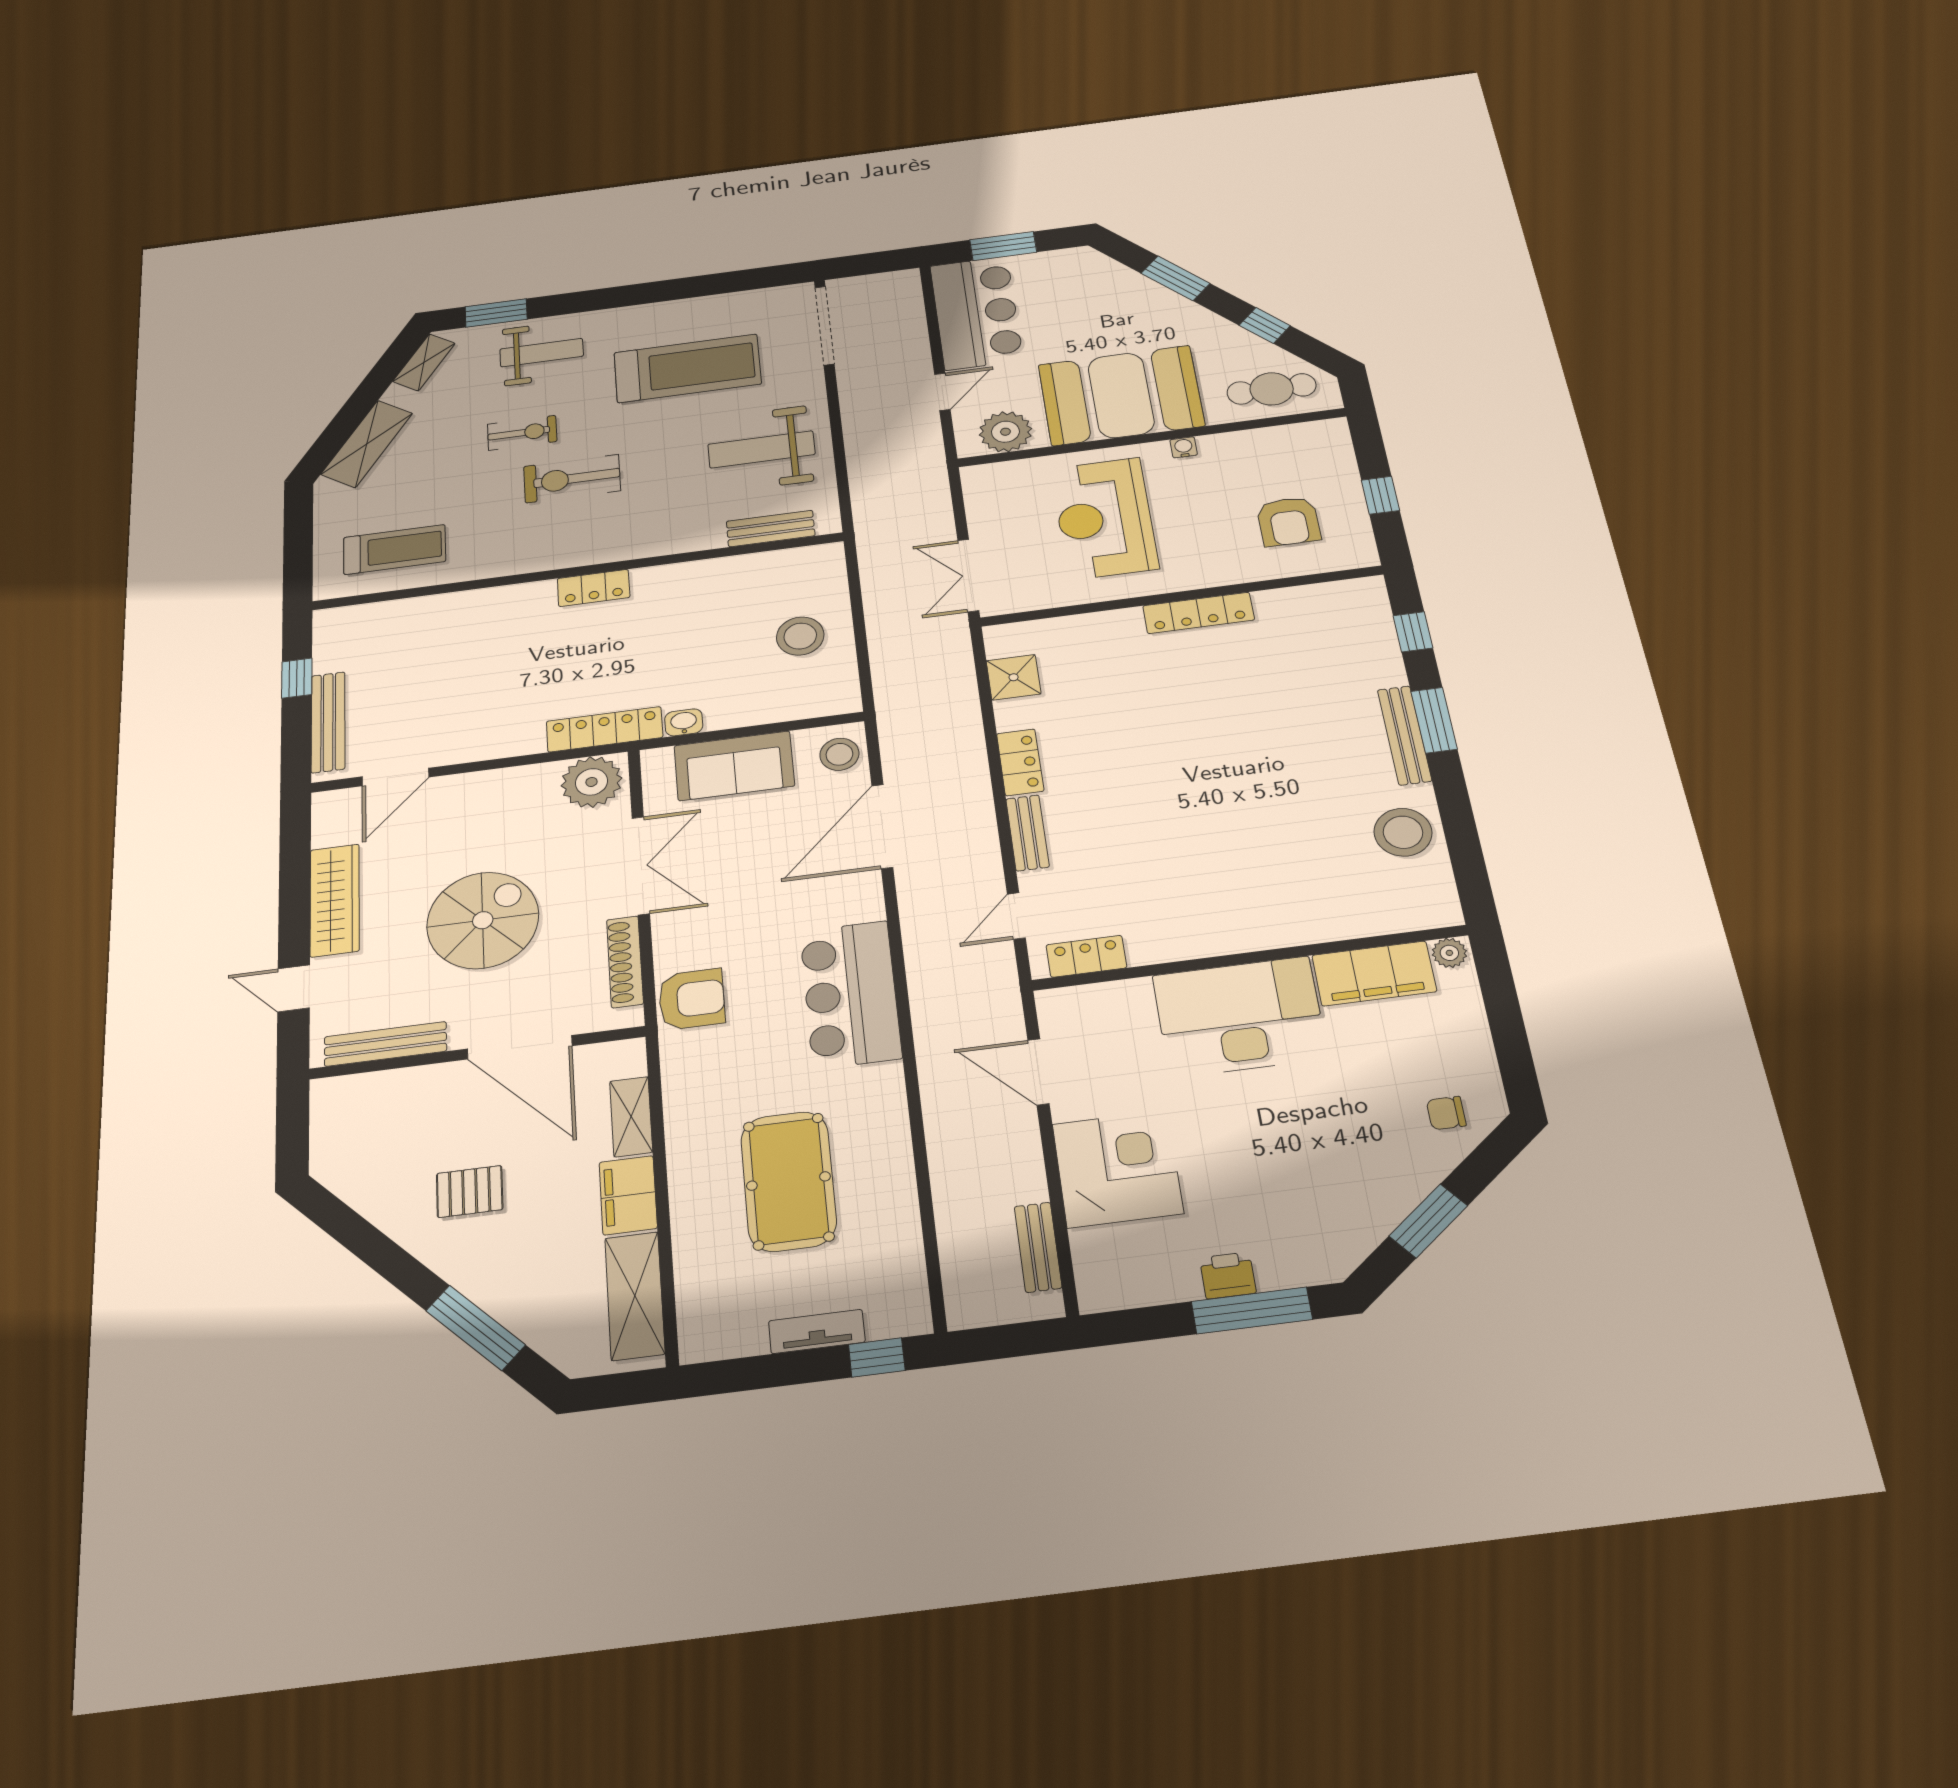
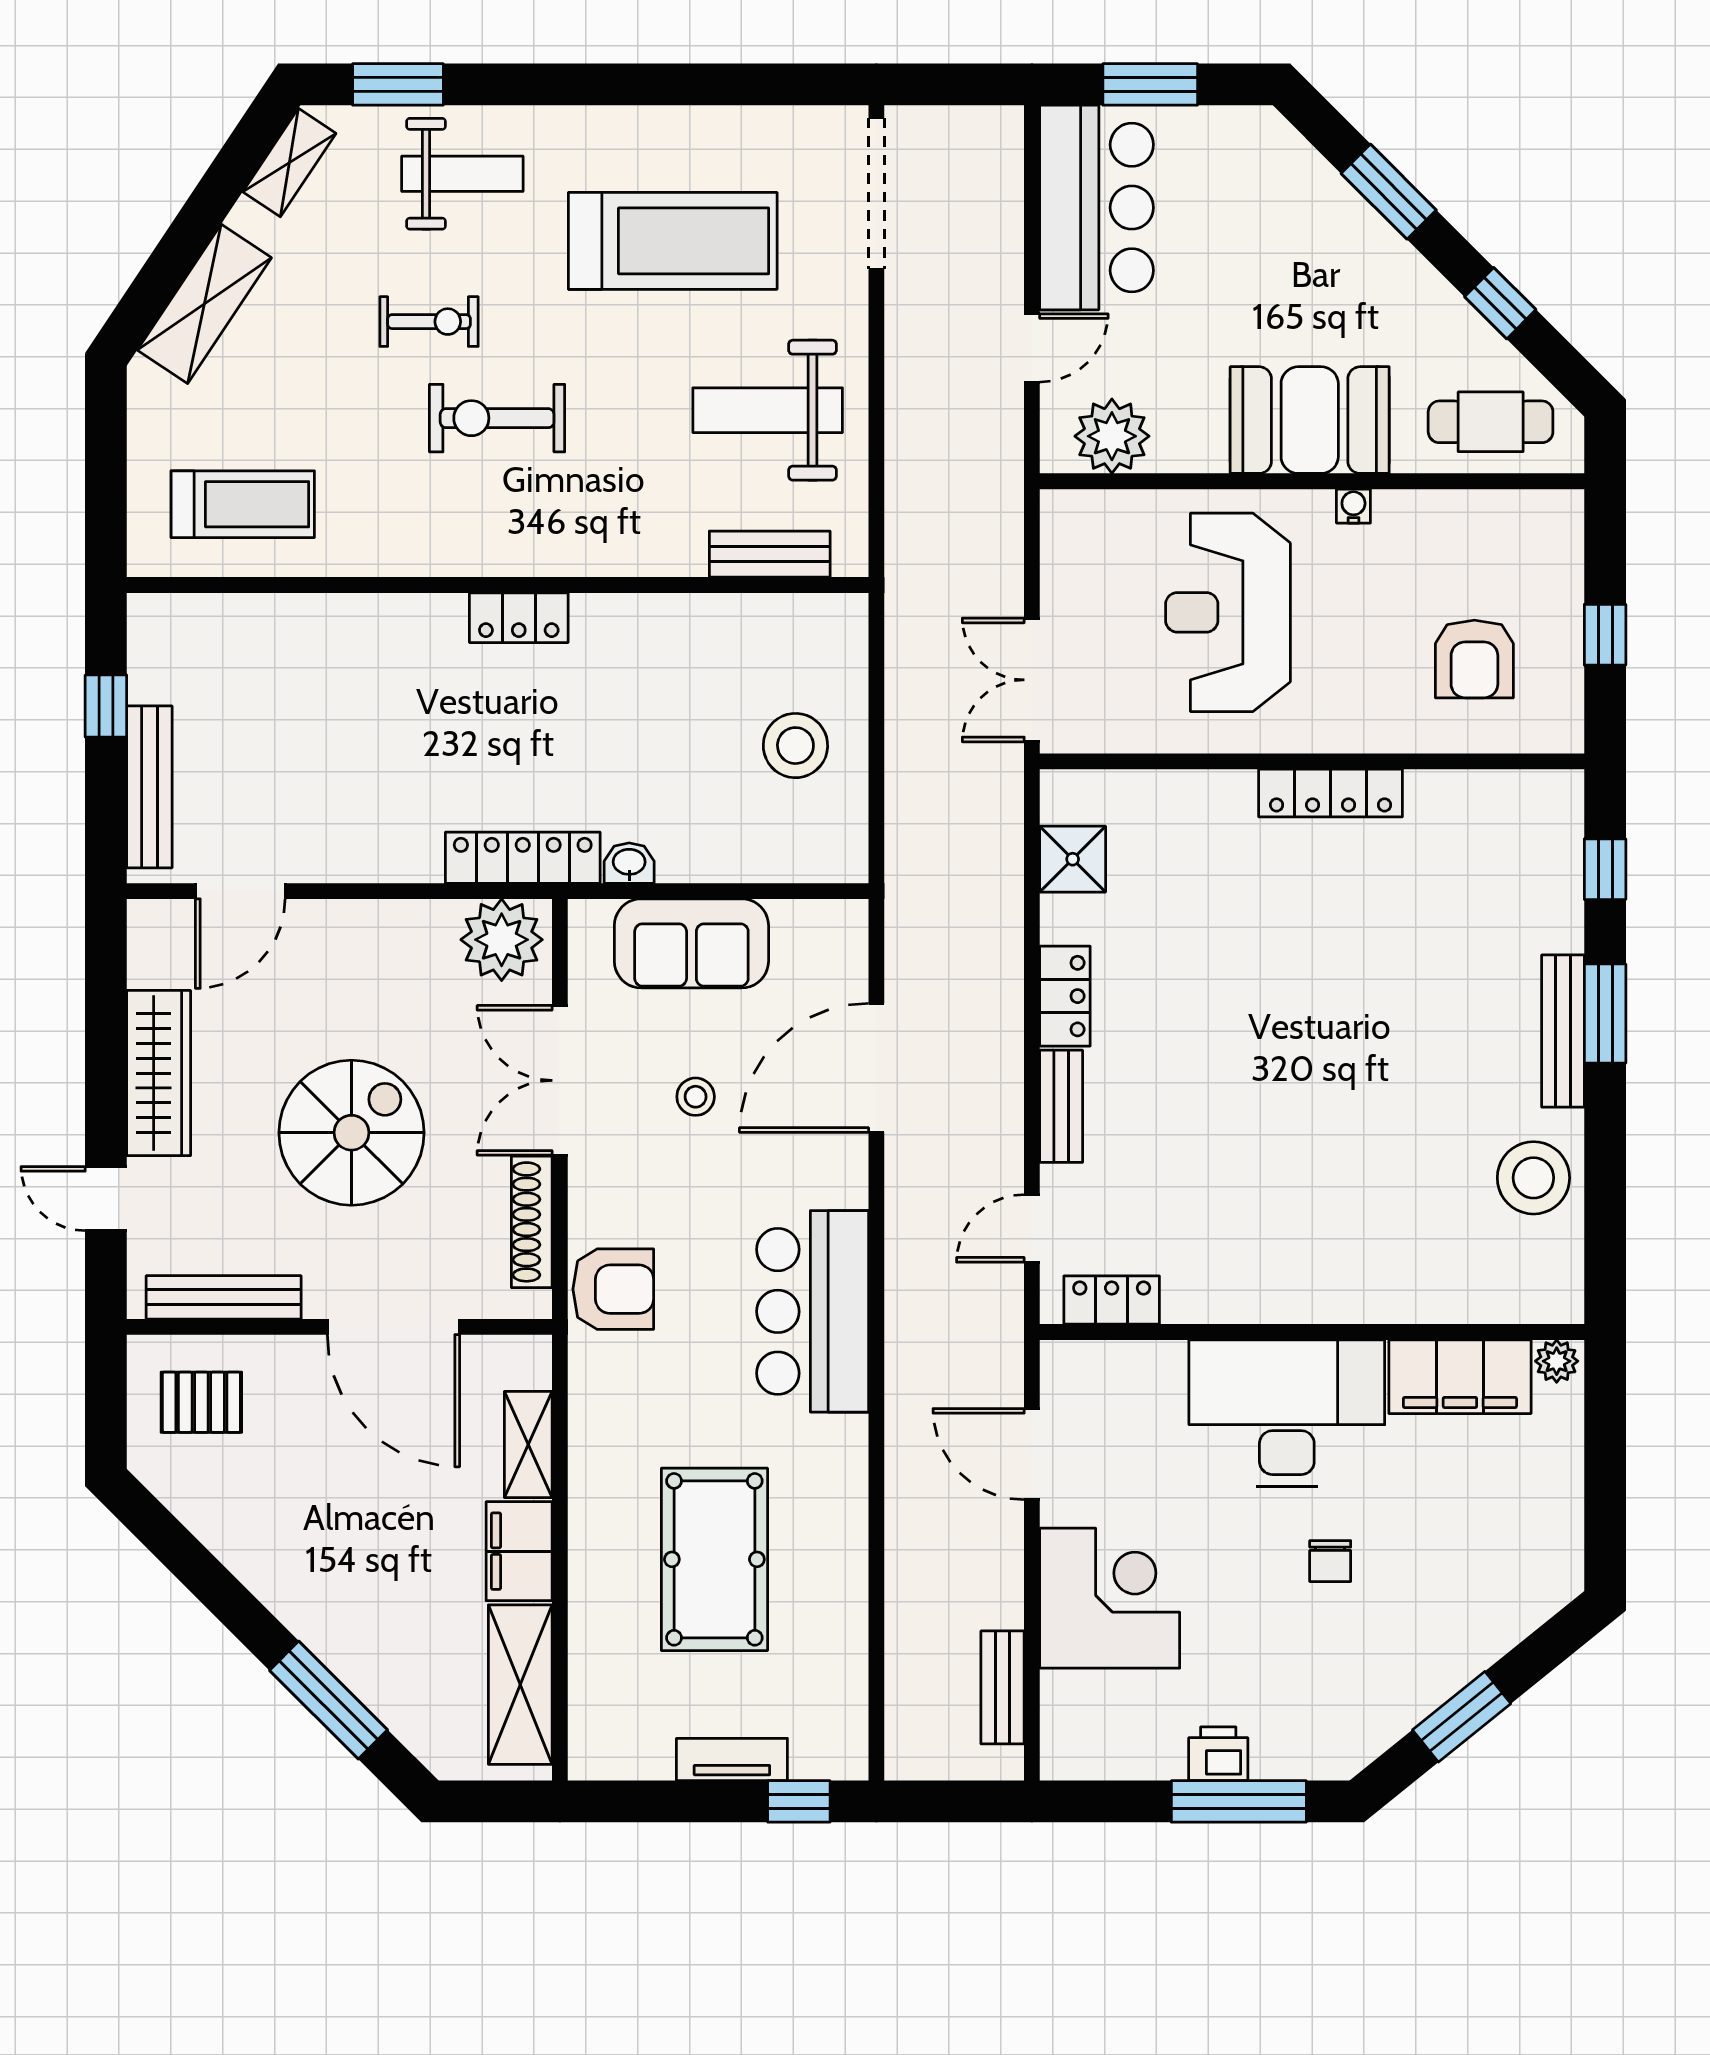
booth: (1121, 395) -> (1310, 420), width x0.73, depth x0.70
stool: (839, 754) -> (696, 1097), moved, width x0.73, depth x0.73
double door: (641, 866) -> (560, 1080), swing flipped
chair: (1446, 1113) -> (1330, 1561), moved, turned -90
pallet: (470, 1191) -> (201, 1402), moved

